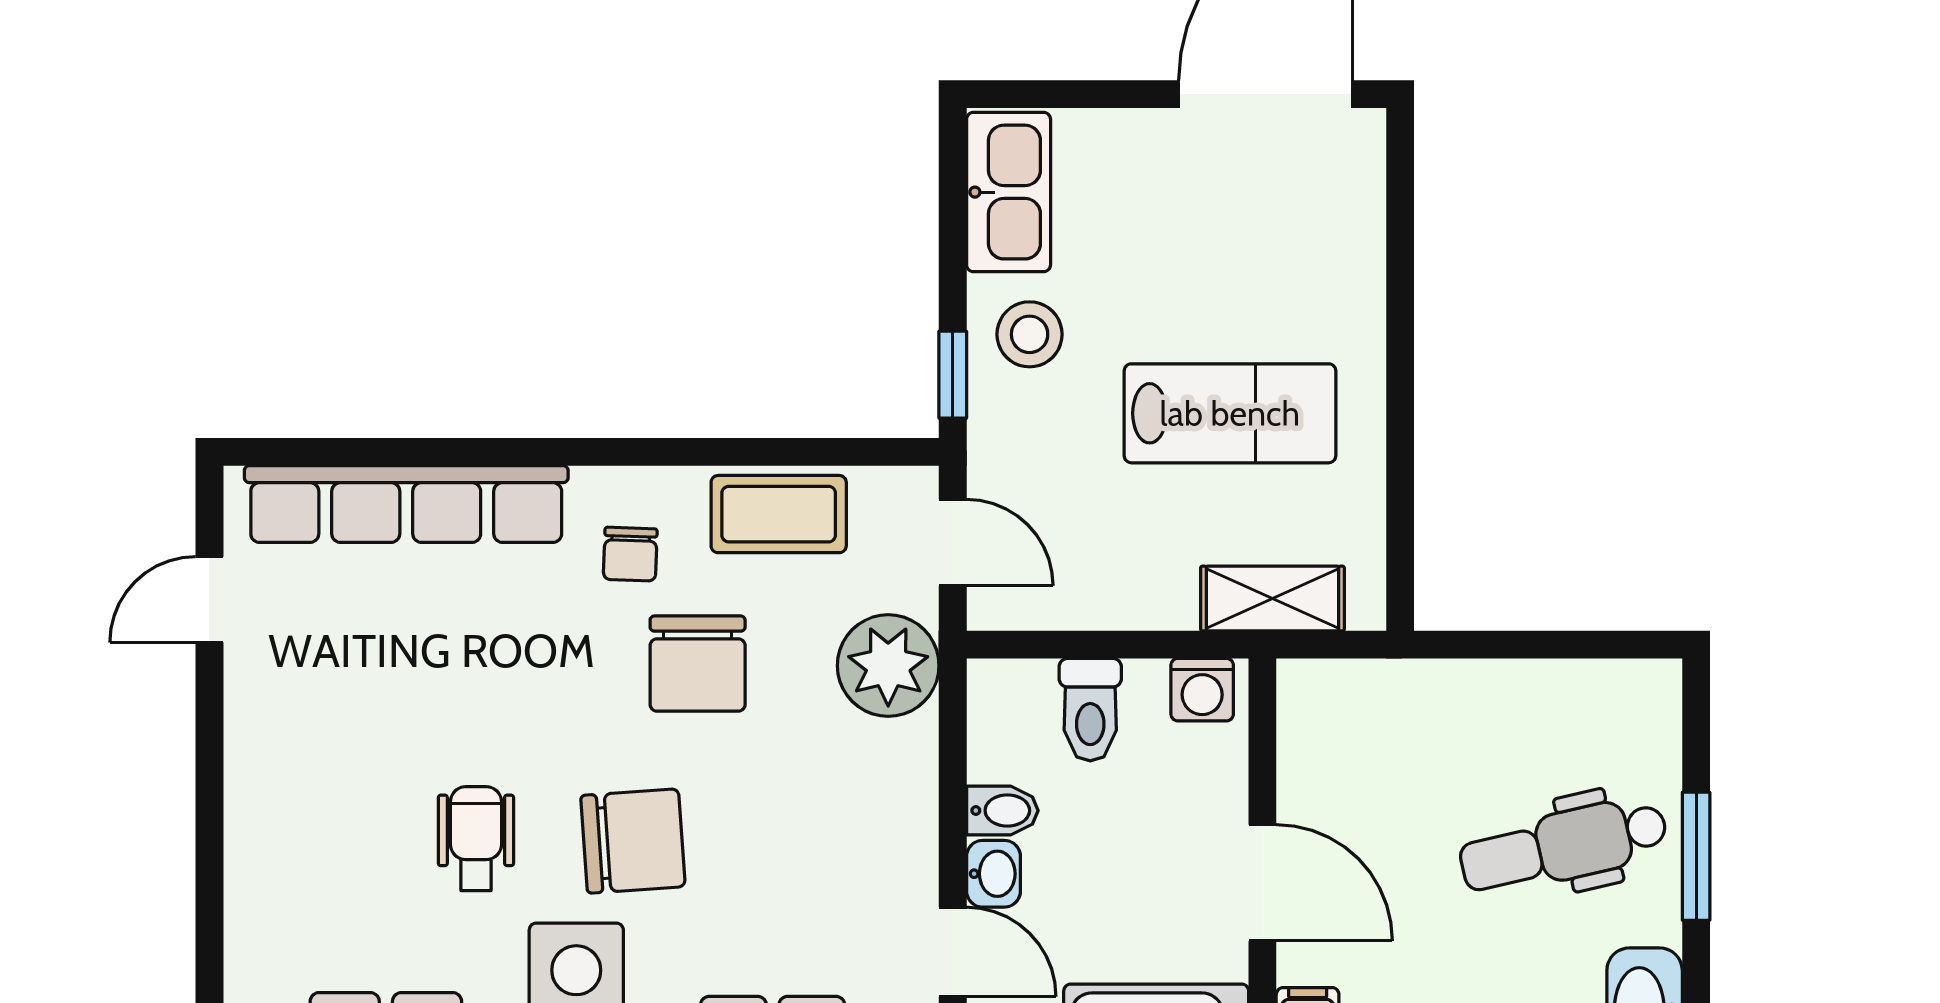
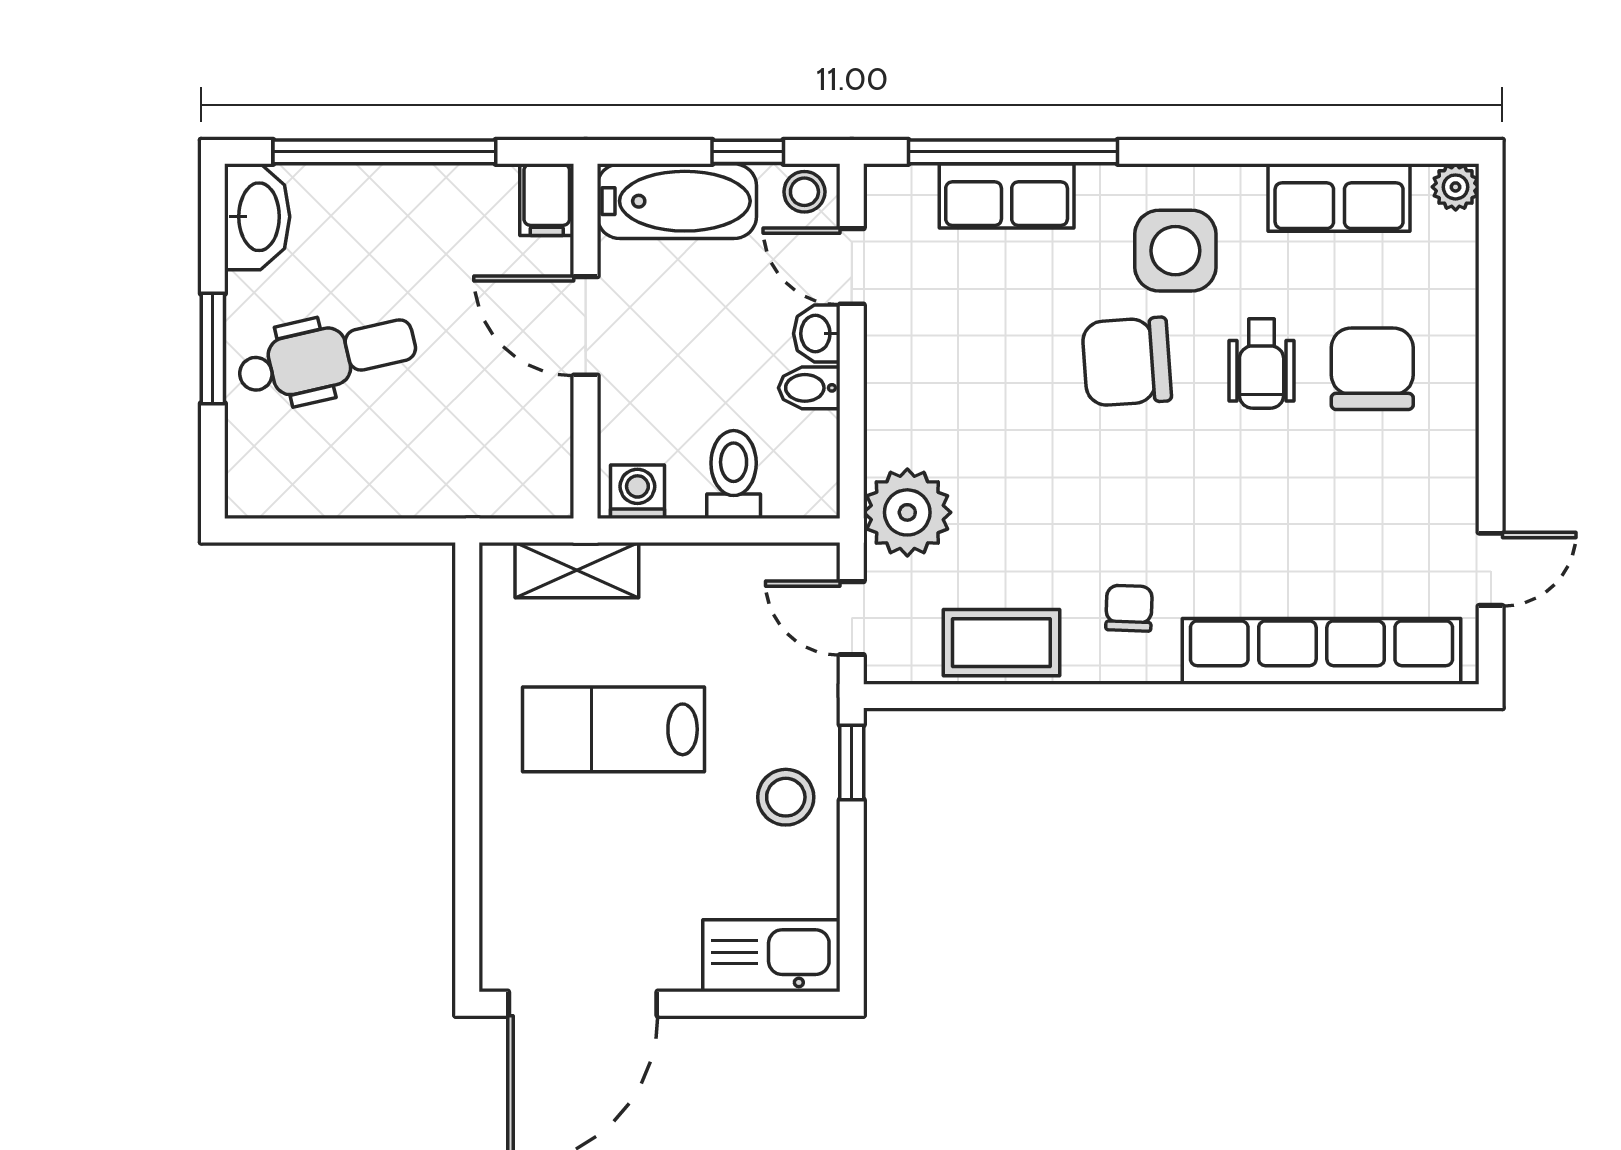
kitchen sink: (1009, 192) -> (771, 956), moved, turned 90
chair: (698, 664) -> (1372, 369), moved

